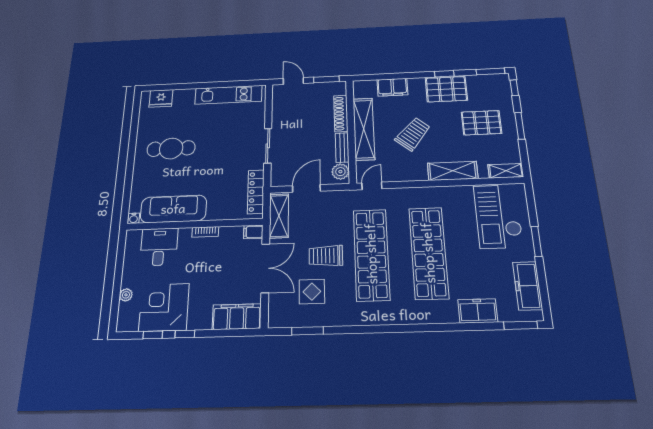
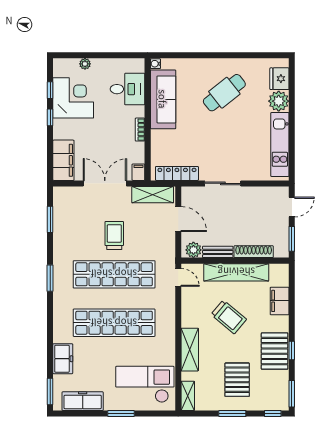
plant: (184, 98) -> (279, 101), added
cafe table: (171, 149) -> (224, 93), turned 52
double door: (265, 268) -> (105, 183), swing flipped
display table: (312, 292) -> (83, 223), removed
window: (379, 329) -> (50, 278), added

